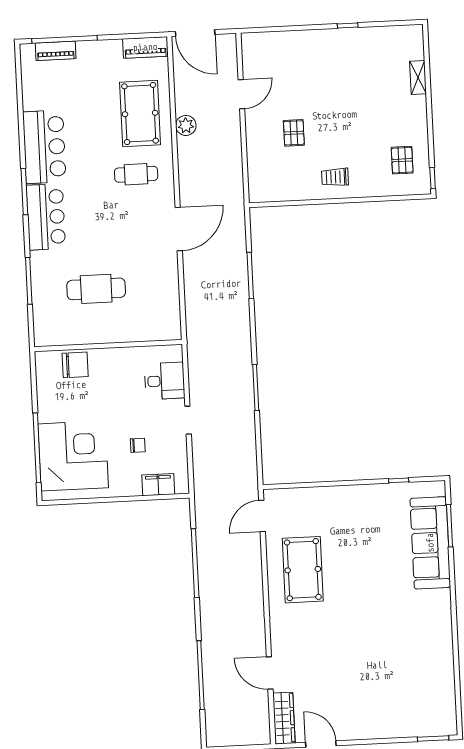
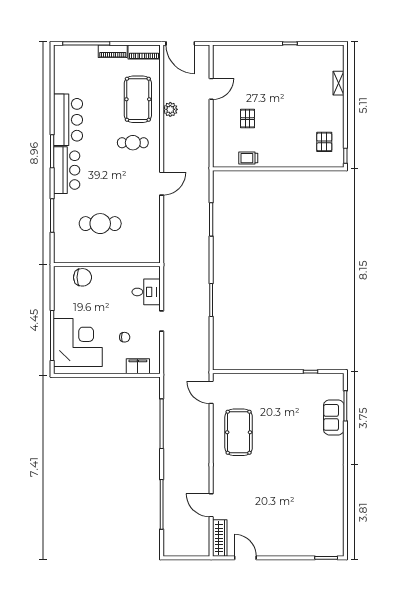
piano: (56, 51) -> (113, 51), moved
trolley: (335, 177) -> (248, 158), moved
door: (179, 229) -> (162, 184), width x0.73
door: (262, 516) -> (211, 392), hinge flipped
sofa: (430, 543) -> (334, 417), width x0.54, depth x0.79

